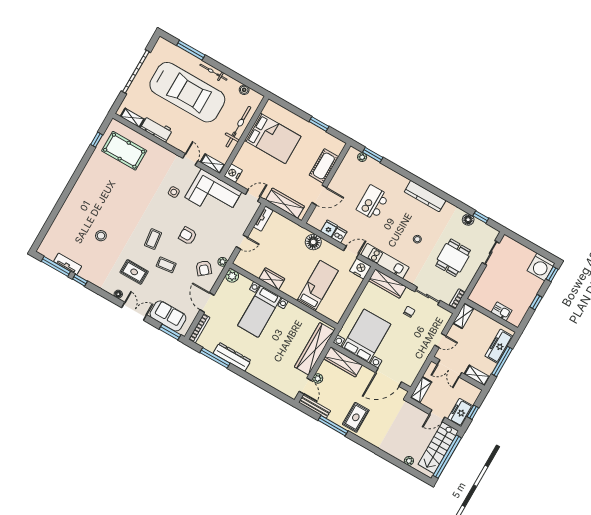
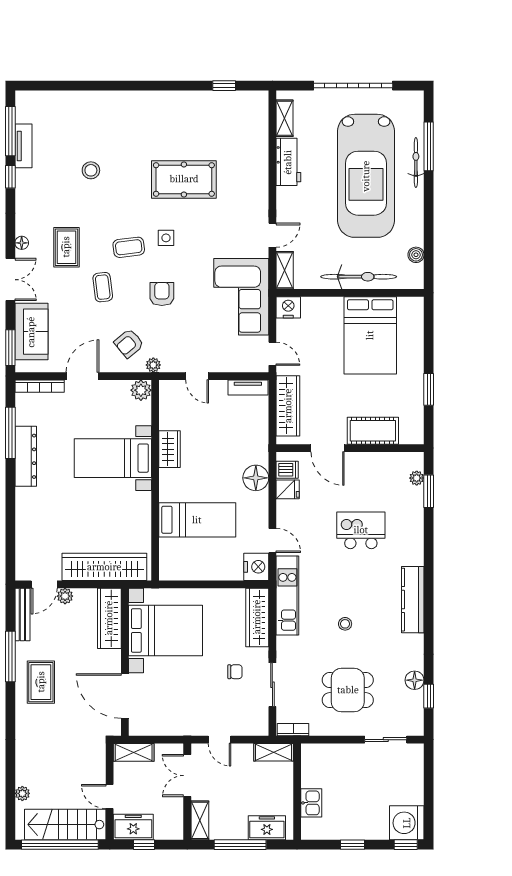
bicycle: (213, 72) -> (416, 162), moved
pool table: (124, 151) -> (184, 179), moved, turned 90
side table: (174, 192) -> (166, 238), moved
dishwasher: (339, 235) -> (287, 470), moved
freezer: (499, 346) -> (267, 828), width x0.71
rug: (356, 417) -> (41, 682), turned 90

